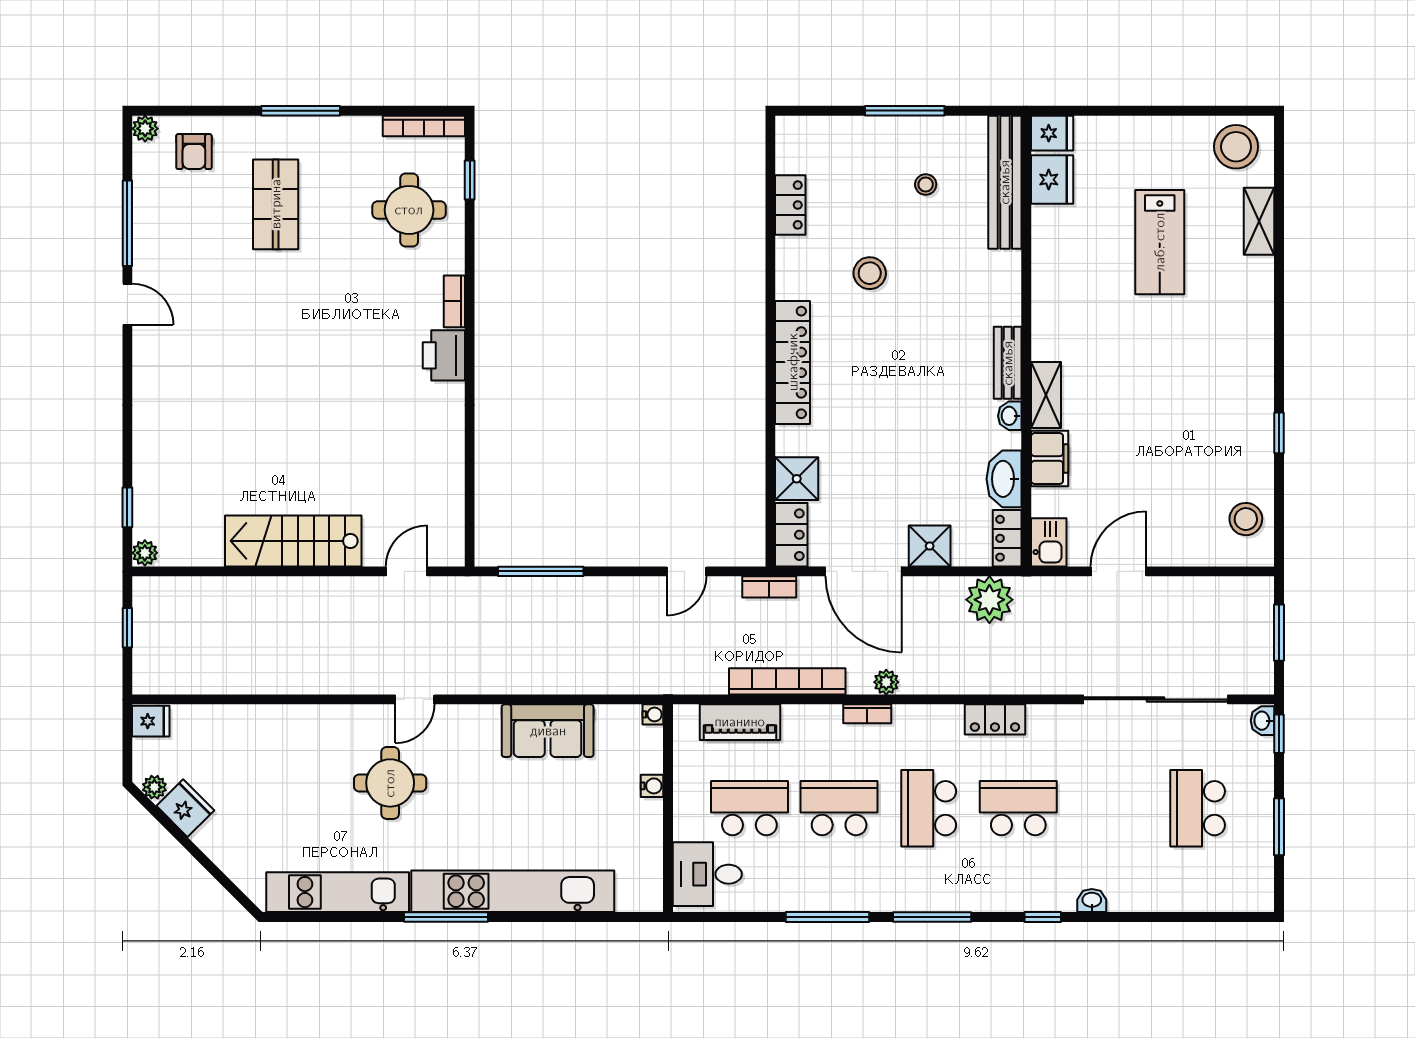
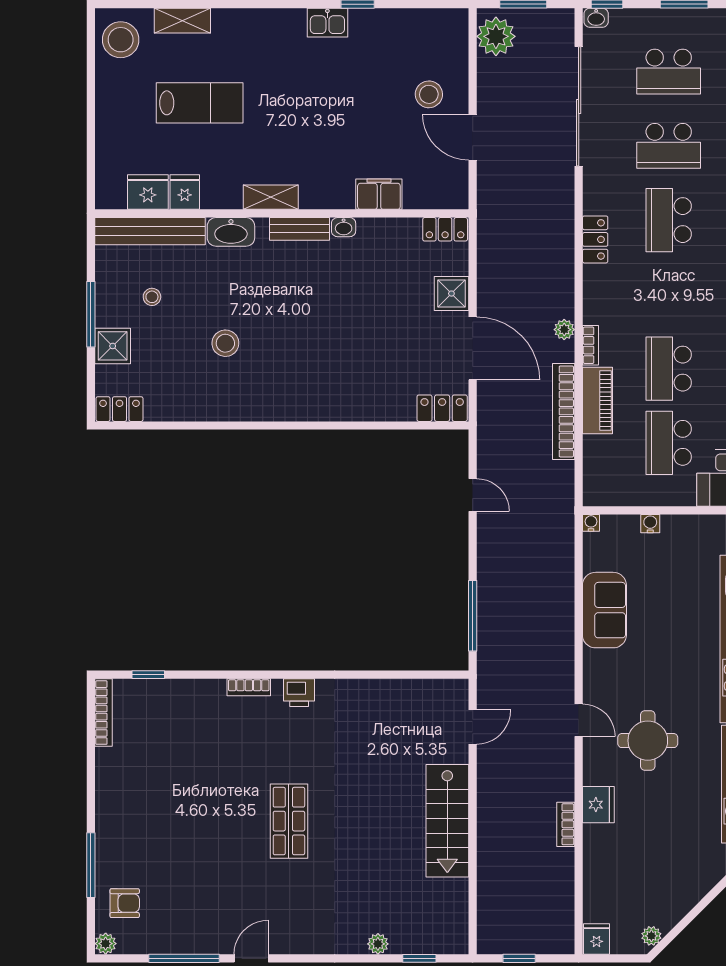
window: (301, 111) -> (91, 865), moved
fridge: (1052, 133) -> (185, 192), moved
shop shelf: (276, 204) -> (289, 821), moved, turned 90
locker: (790, 205) -> (119, 409), moved
round table: (409, 210) -> (173, 725), removed
printer: (444, 355) -> (299, 693), width x0.73, depth x0.81
locker: (793, 362) -> (299, 407), removed
shelving: (1046, 395) -> (271, 197), moved
shower: (797, 479) -> (113, 346), moved
washbasin: (1004, 479) -> (231, 232), moved
stool: (1246, 519) -> (429, 94), moved
kitchen sink: (1049, 542) -> (327, 23), moved, turned 180
plant: (145, 553) -> (378, 944), moved
door: (406, 571) -> (473, 727), swing flipped
door: (864, 571) -> (473, 348), hinge flipped
bookcase: (769, 587) -> (566, 824), moved, turned 180
plant: (989, 600) -> (496, 36), moved
piano: (740, 722) -> (597, 400), moved
fridge: (185, 808) -> (598, 805), moved, turned 135
school desk: (929, 808) -> (669, 146), moved

